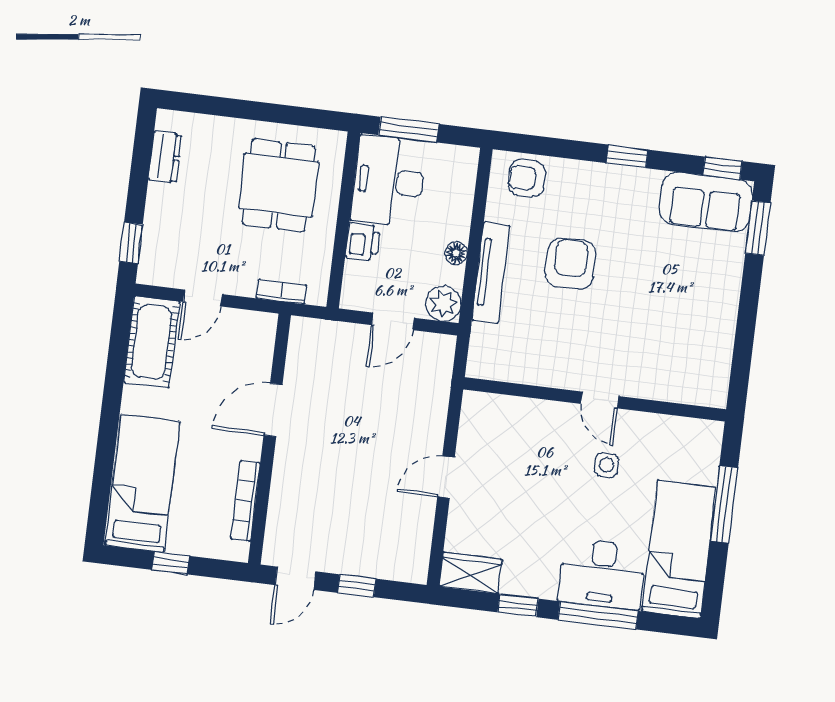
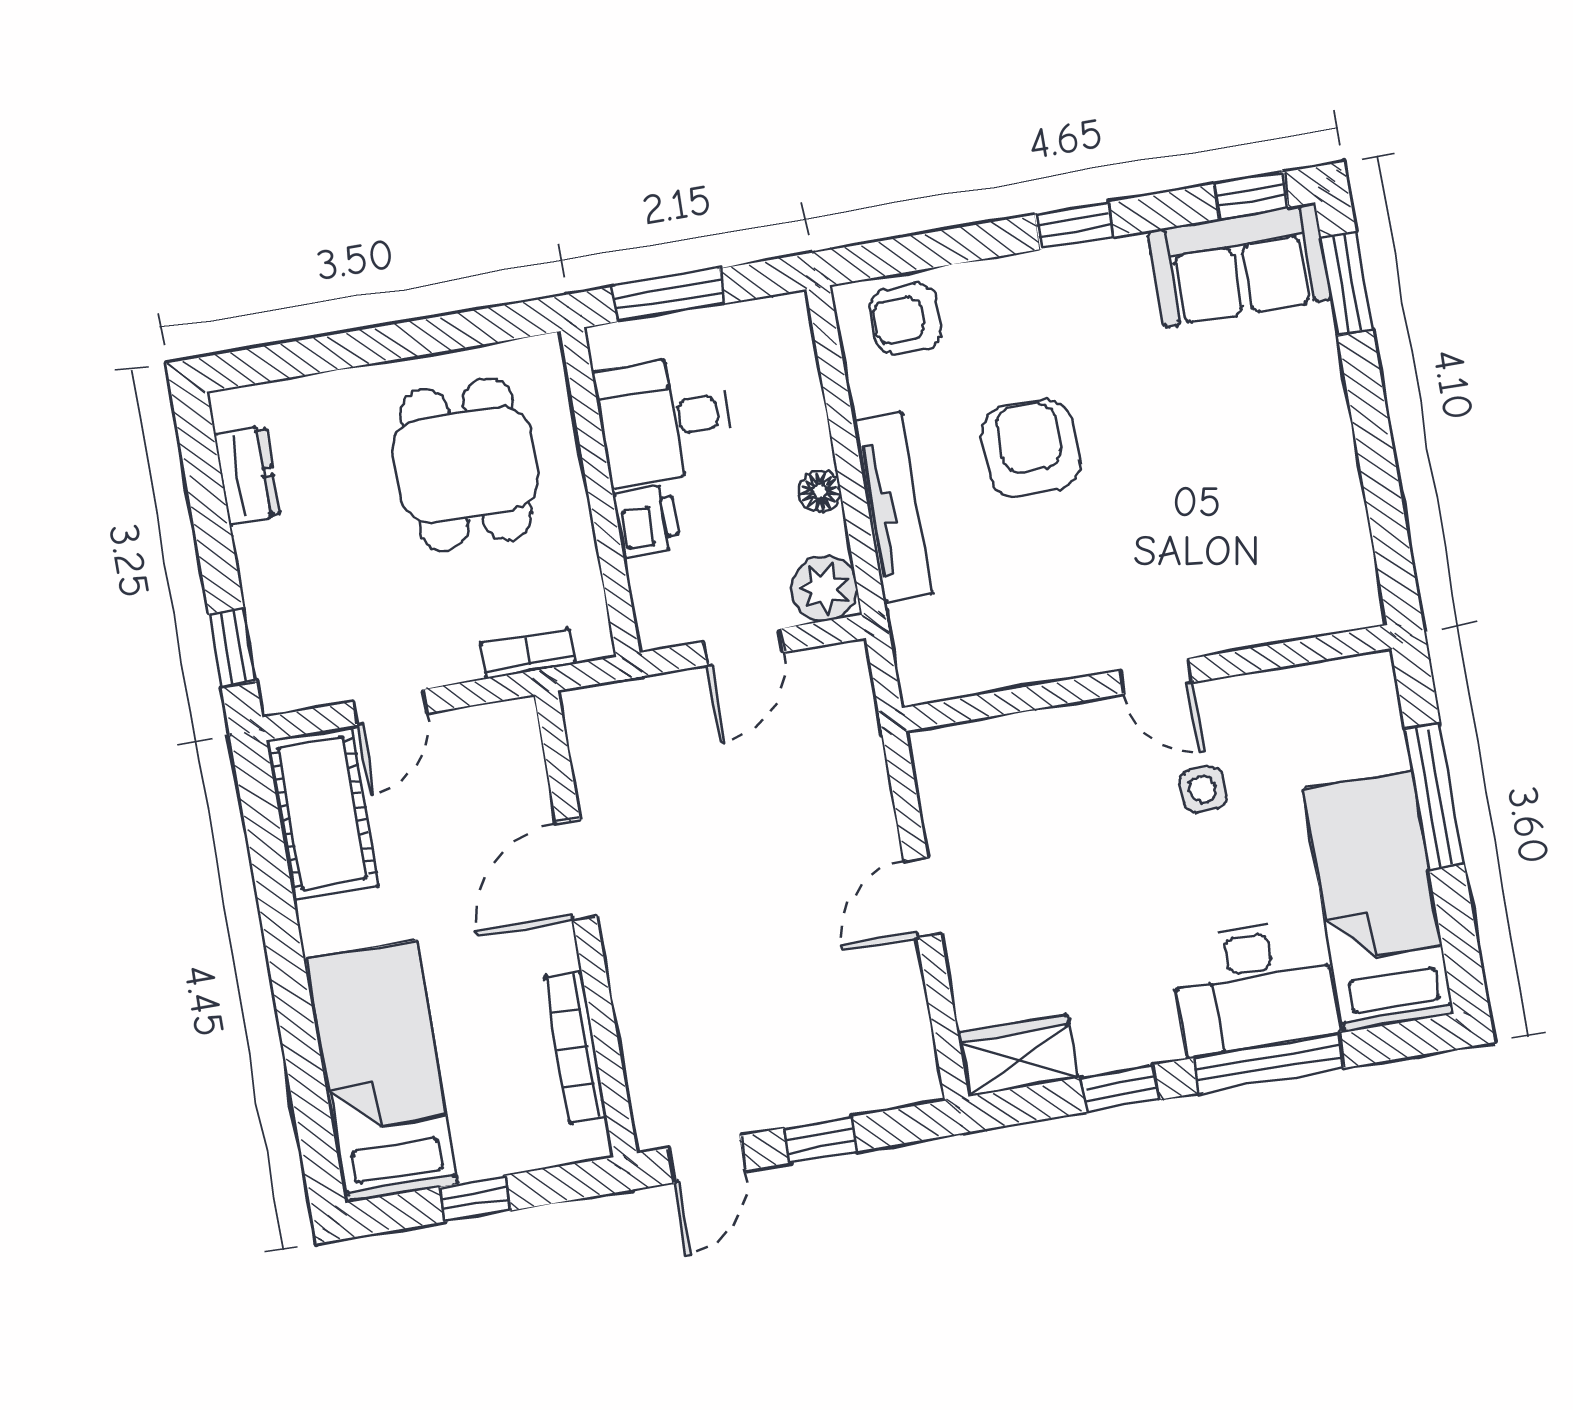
desk: (389, 181) -> (664, 420), width x0.73

